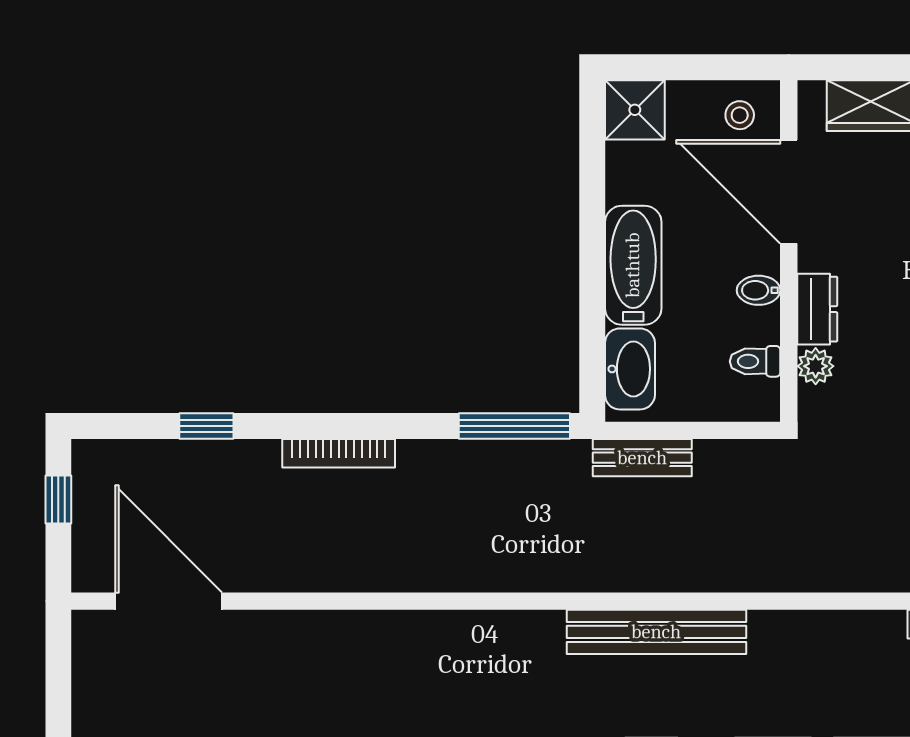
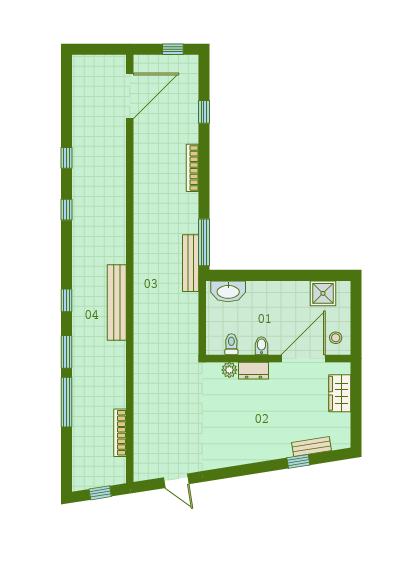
shower: (635, 110) -> (323, 293), moved
bathtub: (633, 265) -> (272, 293), removed
bench: (642, 458) -> (191, 263), moved, width x1.36

